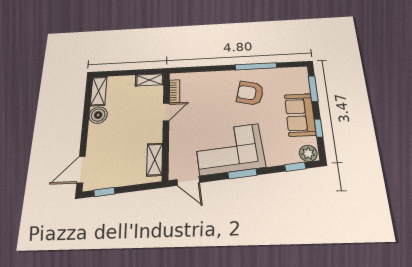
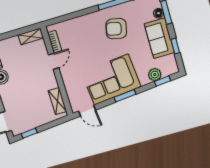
floor lamp: (304, 88) -> (159, 13), added
plant: (308, 153) -> (155, 75), moved

